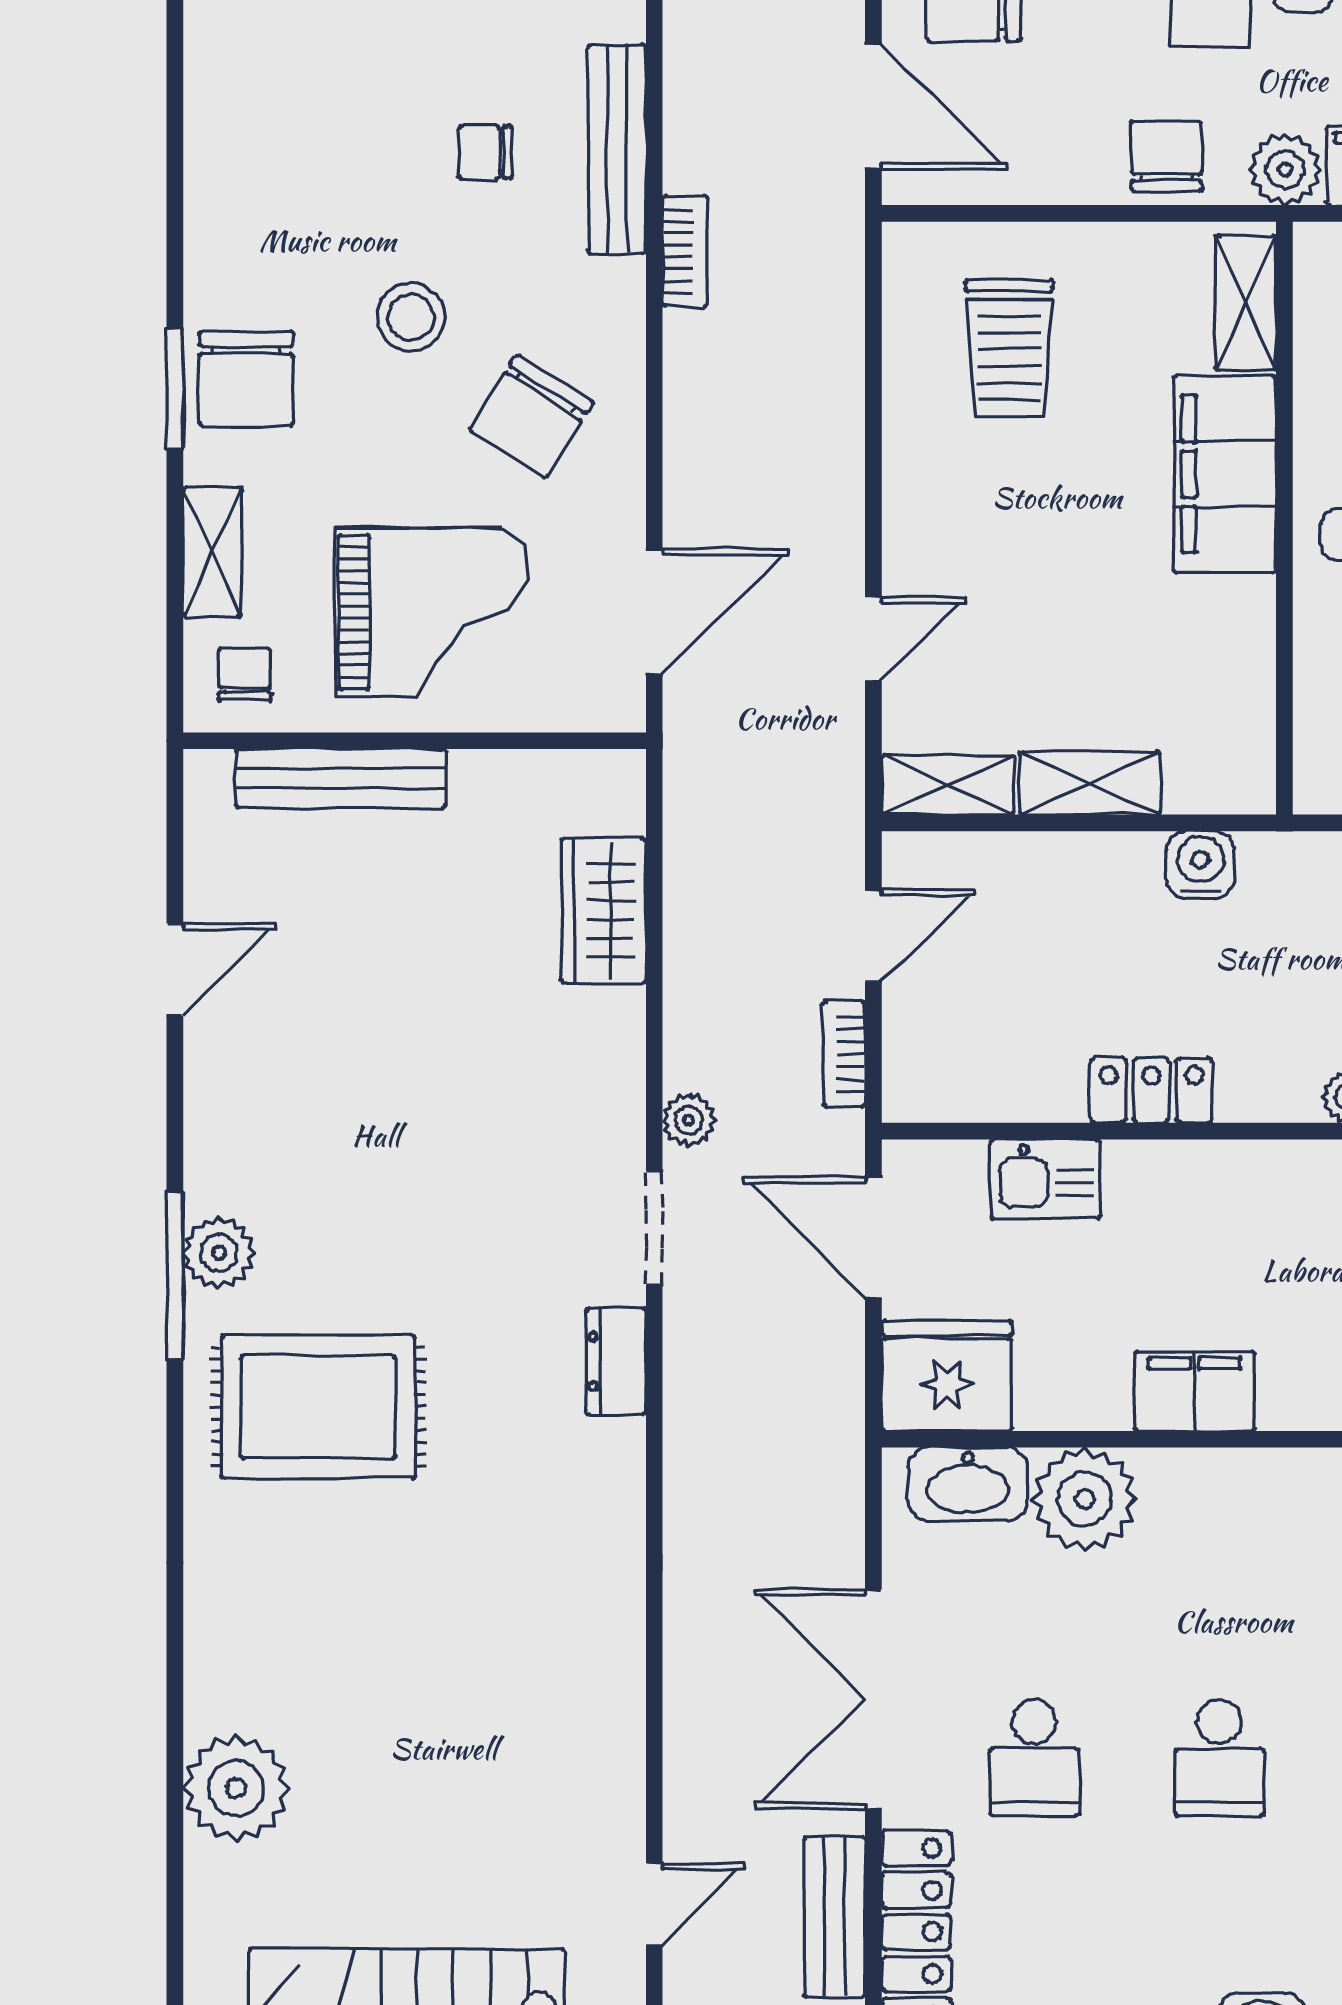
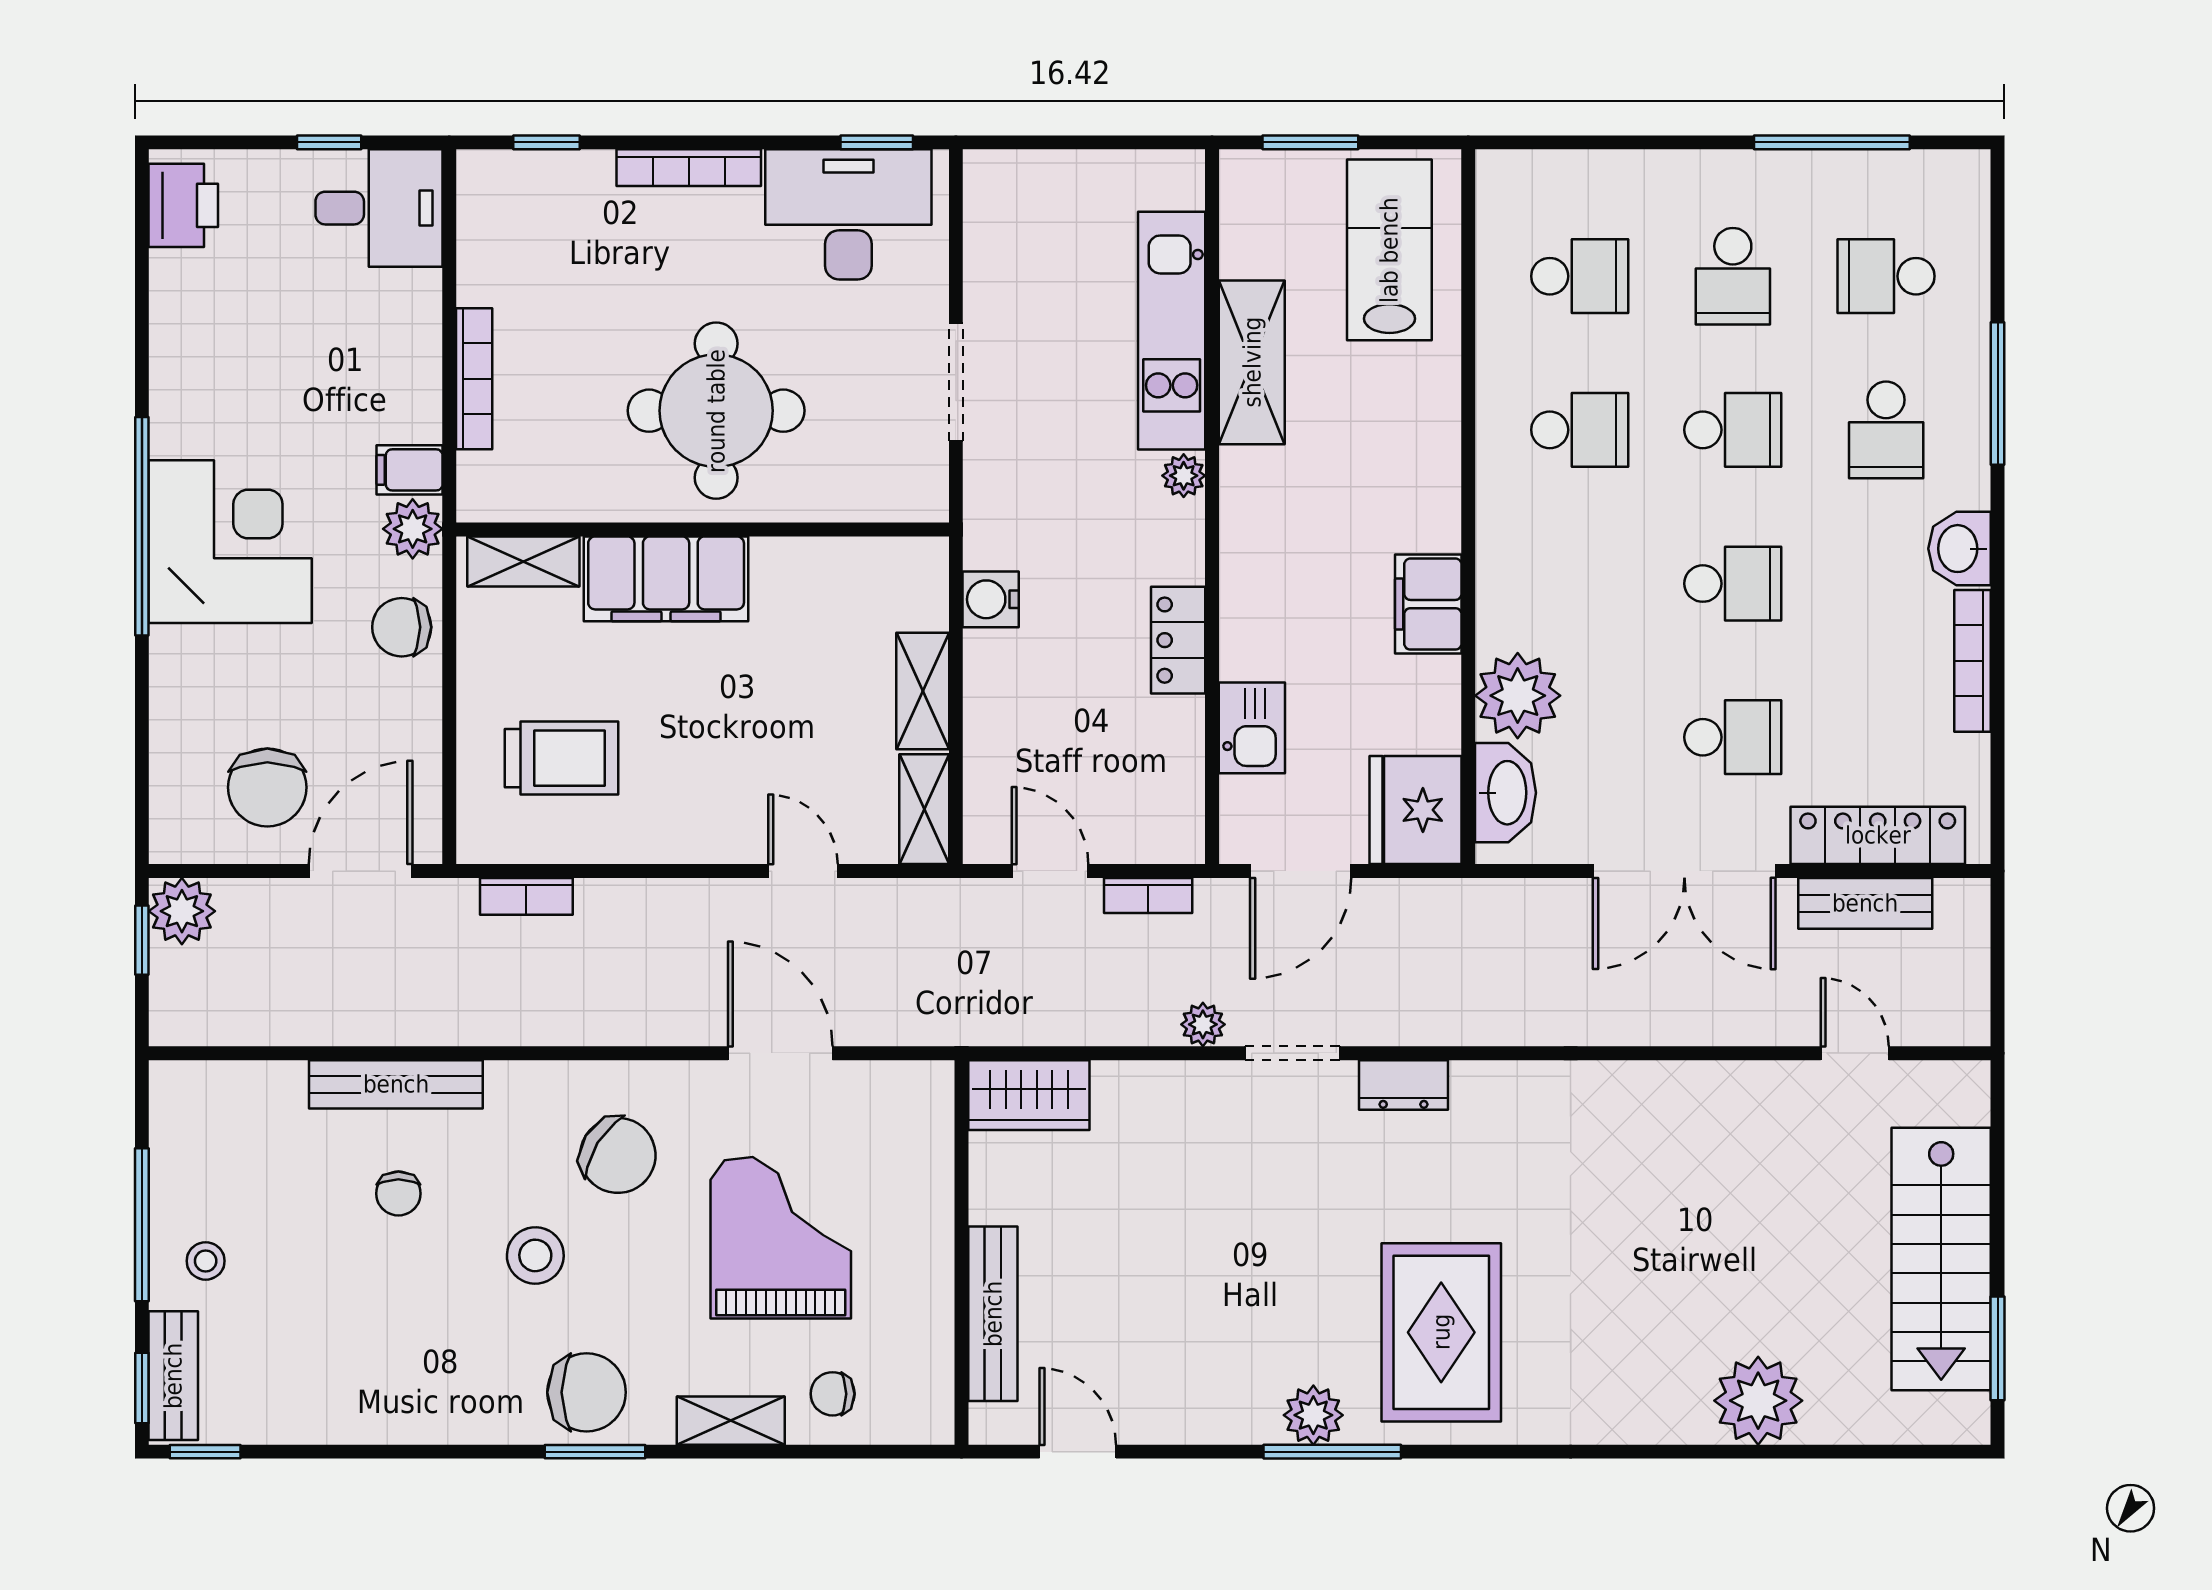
bookcase: (685, 251) -> (526, 896), moved, turned 180
wall: (415, 741) -> (962, 1252), moved
bench: (341, 778) -> (993, 1314), moved

